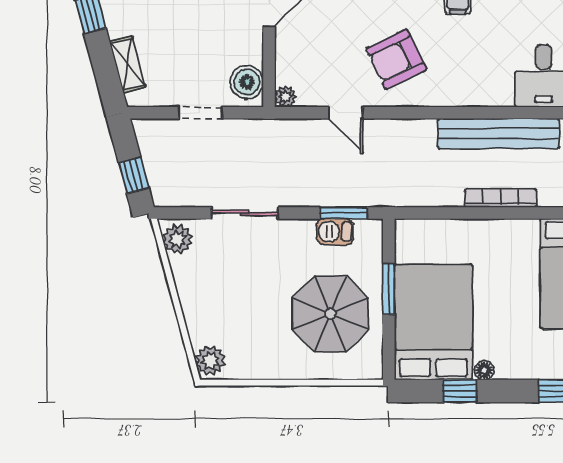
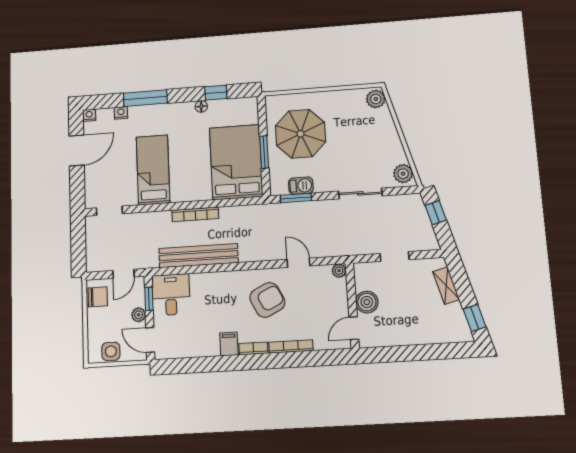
boiler: (247, 82) -> (367, 302), moved
bed: (433, 322) -> (236, 162), moved, turned 180

